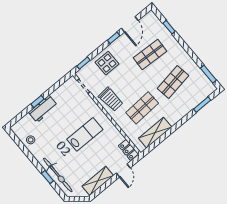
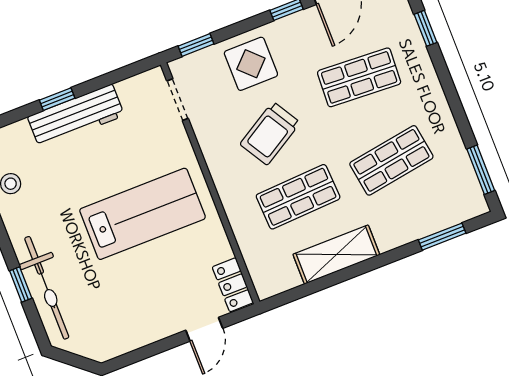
trolley: (111, 99) -> (270, 133), moved, turned 64
workbench: (43, 109) -> (76, 116), width x1.38
shelving: (155, 133) -> (336, 255), moved
lab bench: (85, 134) -> (143, 214), width x1.36, depth x1.39
shelving: (98, 181) -> (136, 334), removed

